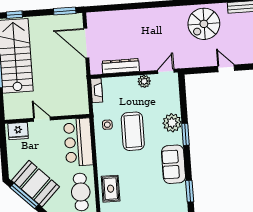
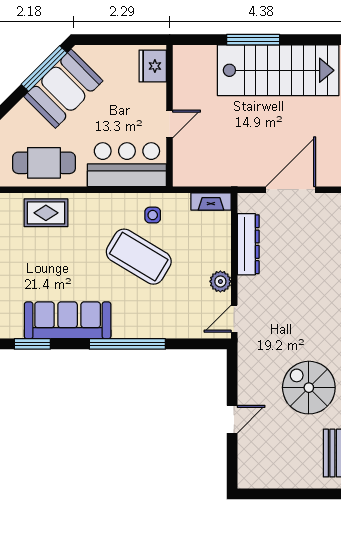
door: (166, 71) -> (234, 319), swing flipped
door: (42, 119) -> (170, 124), moved
plant: (172, 123) -> (148, 323), removed
coffee table: (133, 131) -> (139, 257), turned 31
window: (186, 134) -> (127, 344), width x2.11
sofa: (174, 164) -> (68, 320), width x1.36

